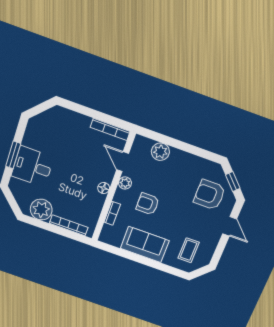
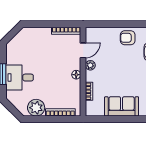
plant: (160, 152) -> (107, 34), removed
door: (123, 162) -> (83, 50), swing flipped
armchair: (148, 204) -> (128, 38), moved

